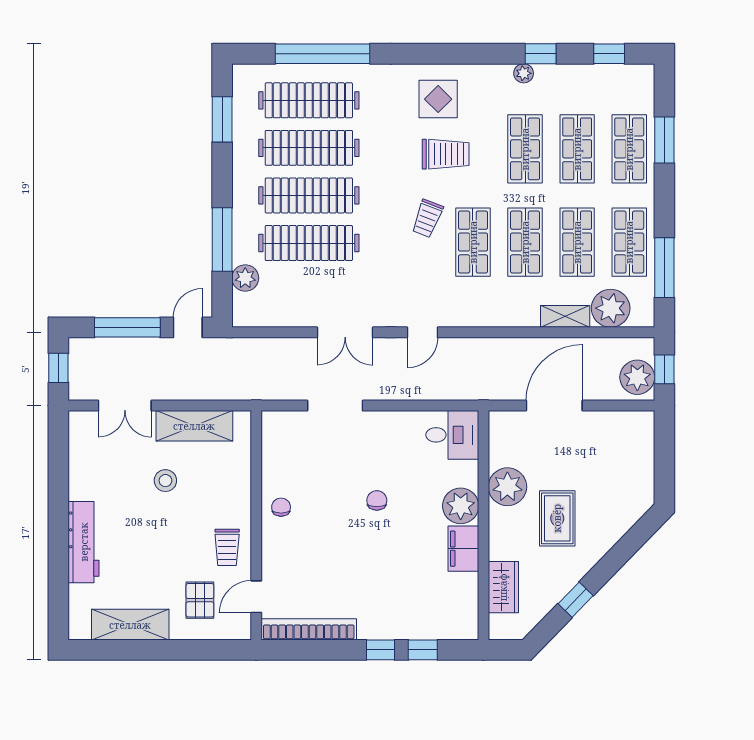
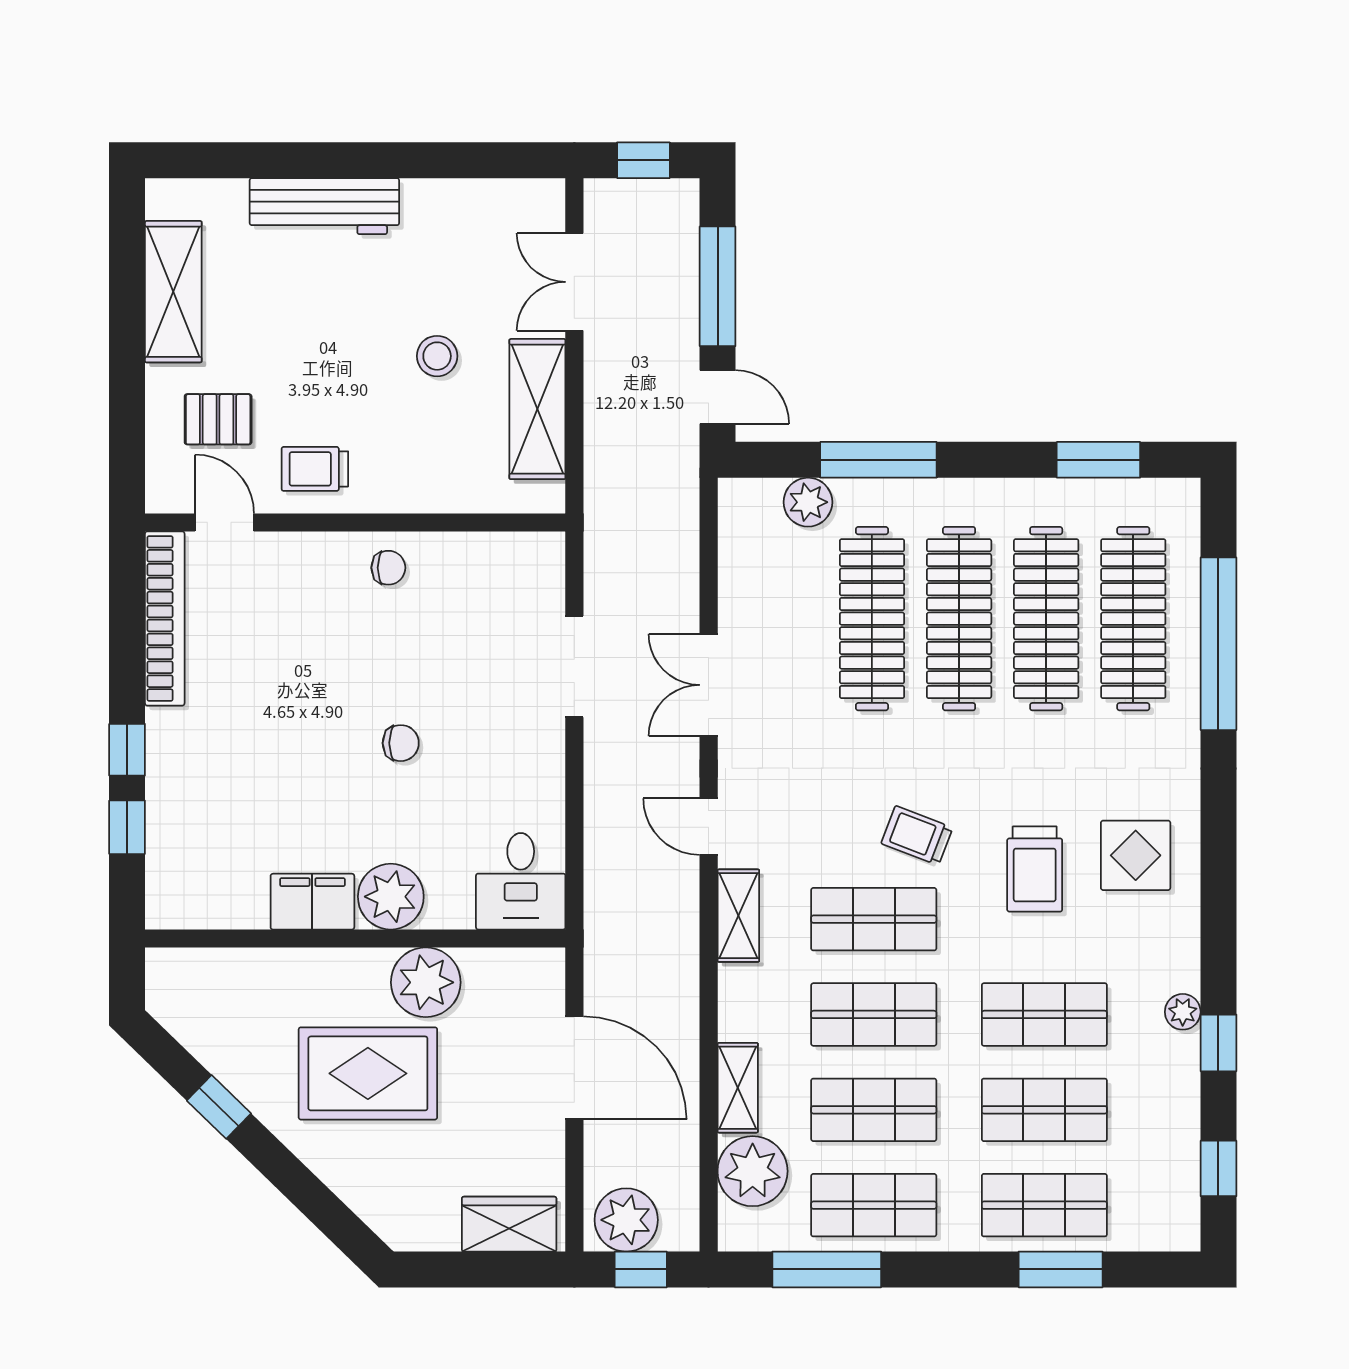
shelving: (471, 316) -> (738, 916), added
rug: (557, 518) -> (368, 1073), width x1.36, depth x1.43
wardrobe: (503, 587) -> (509, 1224), moved, turned 180

